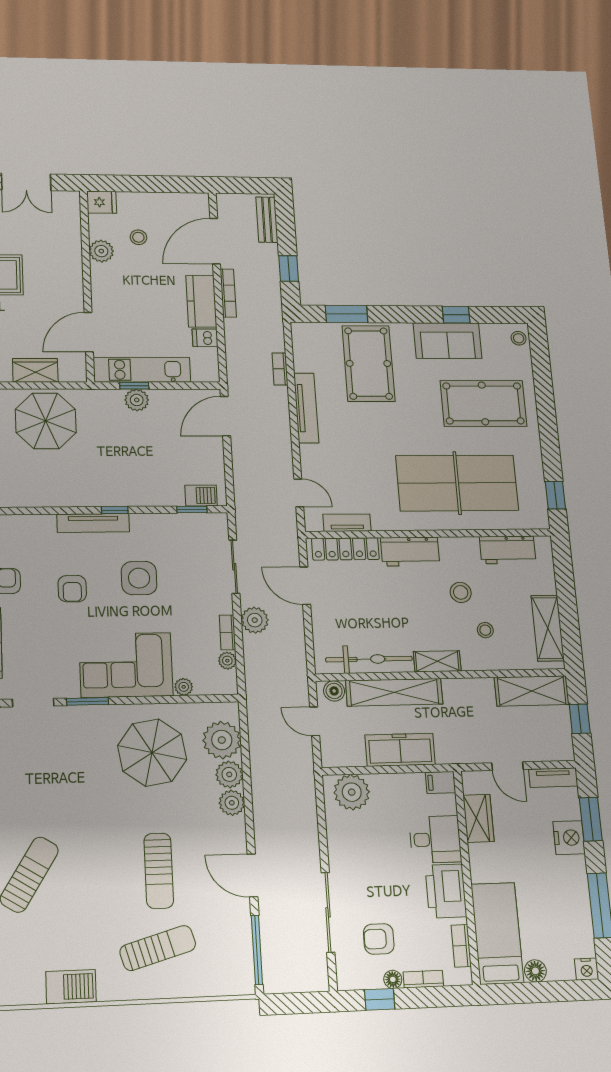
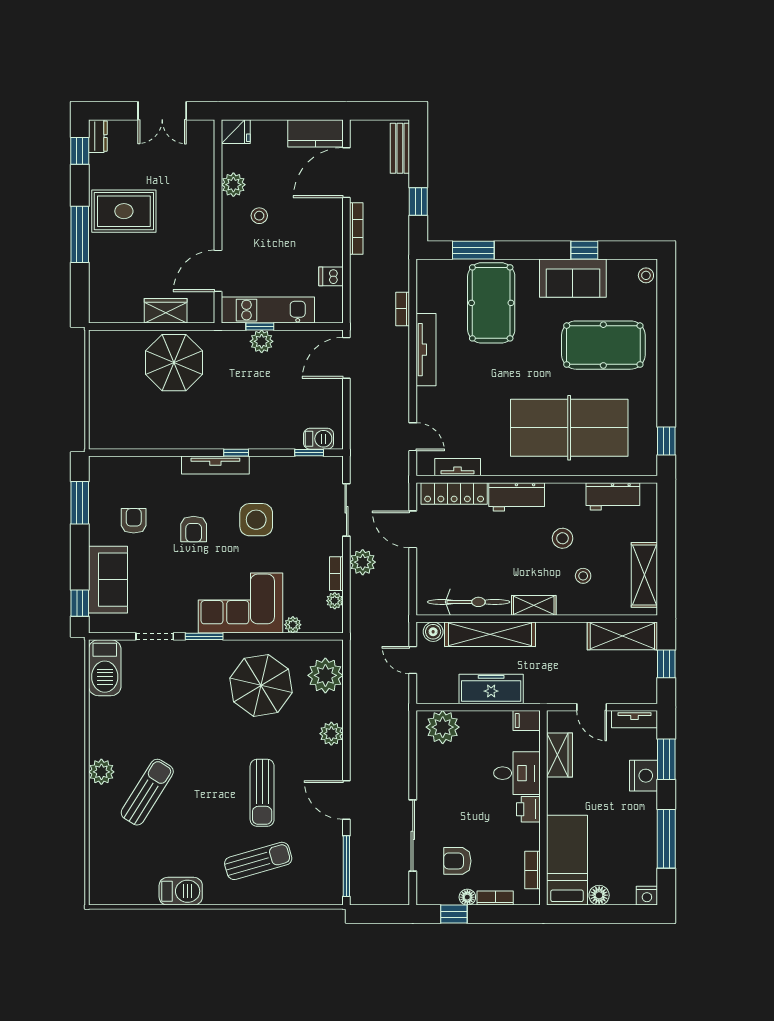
stool: (138, 237) -> (259, 216), moved
kitchen counter: (201, 301) -> (315, 133), moved, turned -90
plant: (229, 774) -> (330, 708), removed
printer: (446, 891) -> (528, 809), width x0.53, depth x0.68

